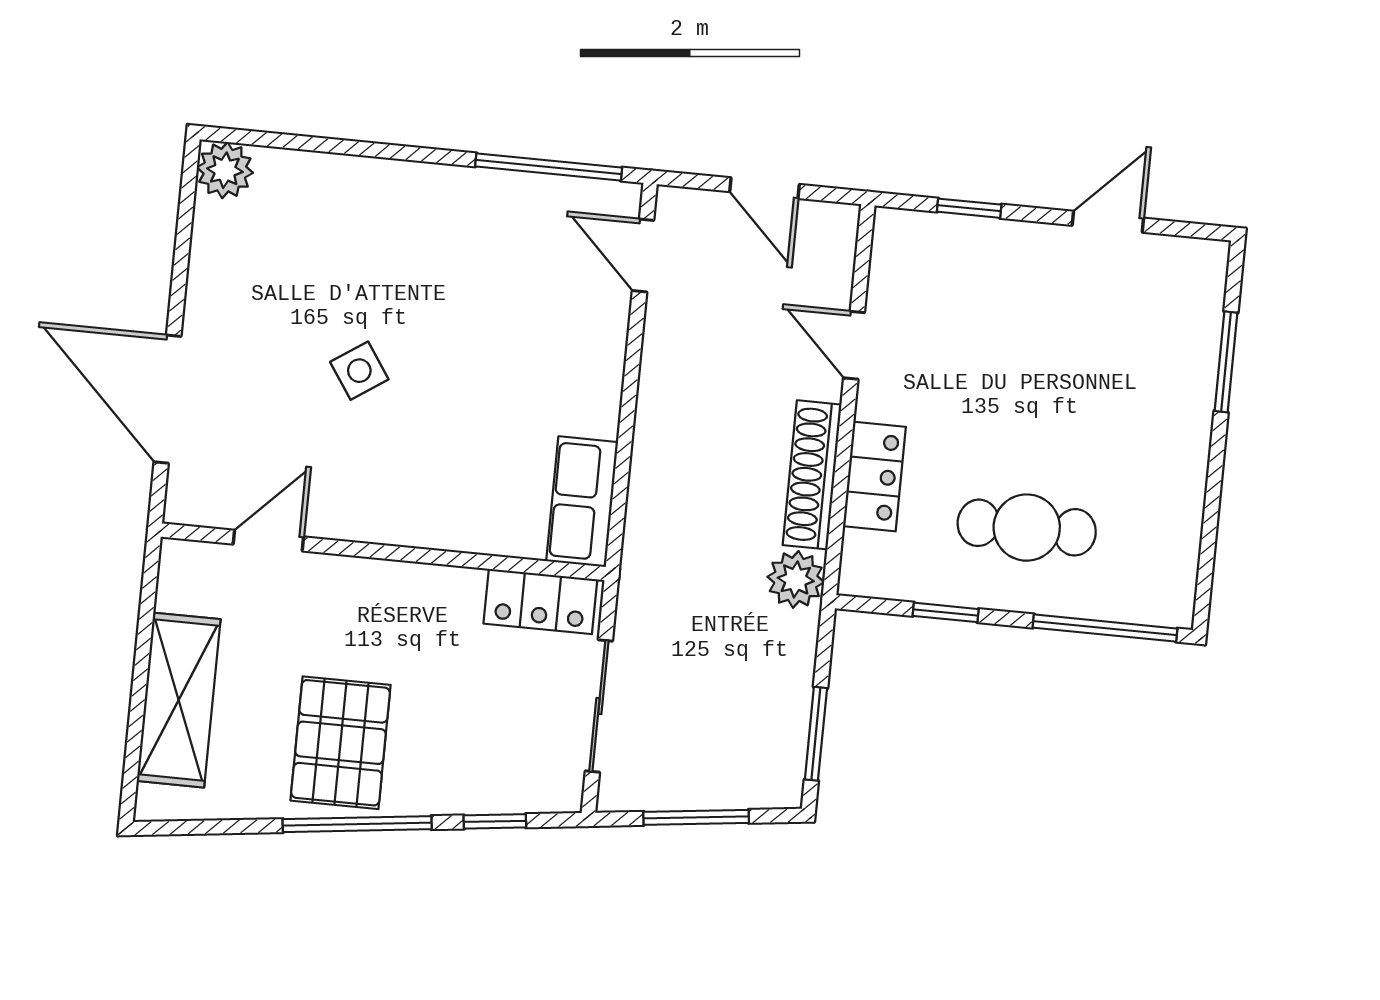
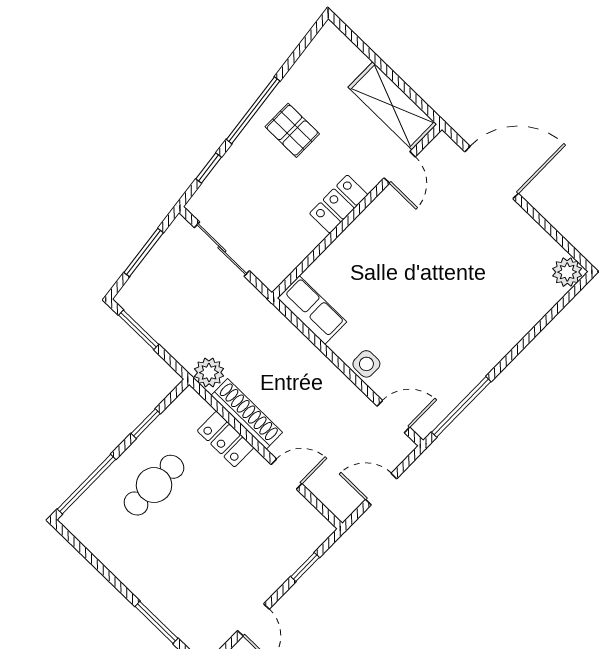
side table: (359, 371) -> (366, 364), moved, turned 34
locker: (540, 601) -> (339, 204), moved
shelving: (179, 700) -> (392, 106), moved
pallet: (341, 743) -> (292, 130), width x0.67, depth x0.71

